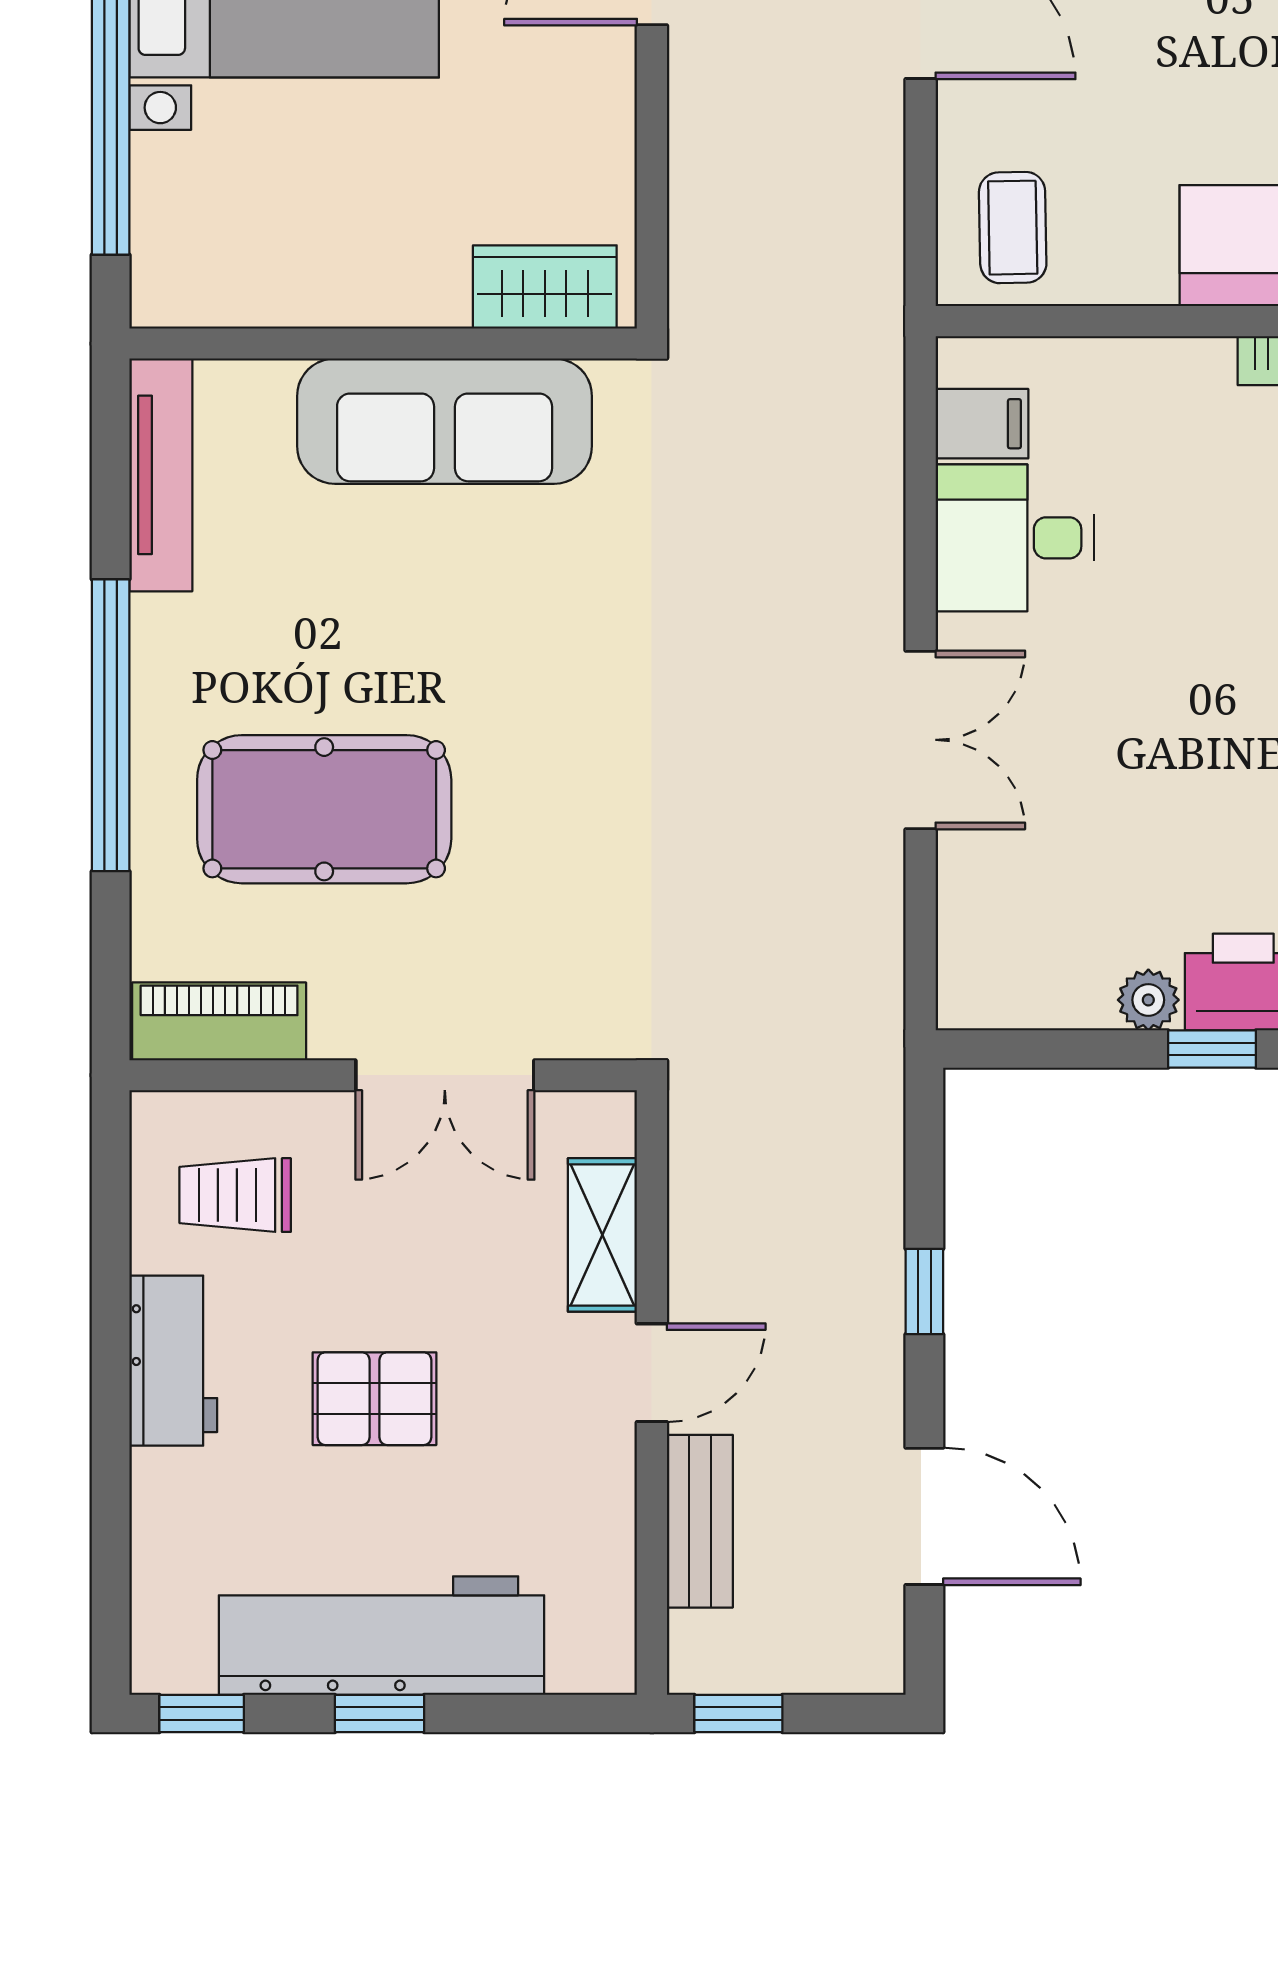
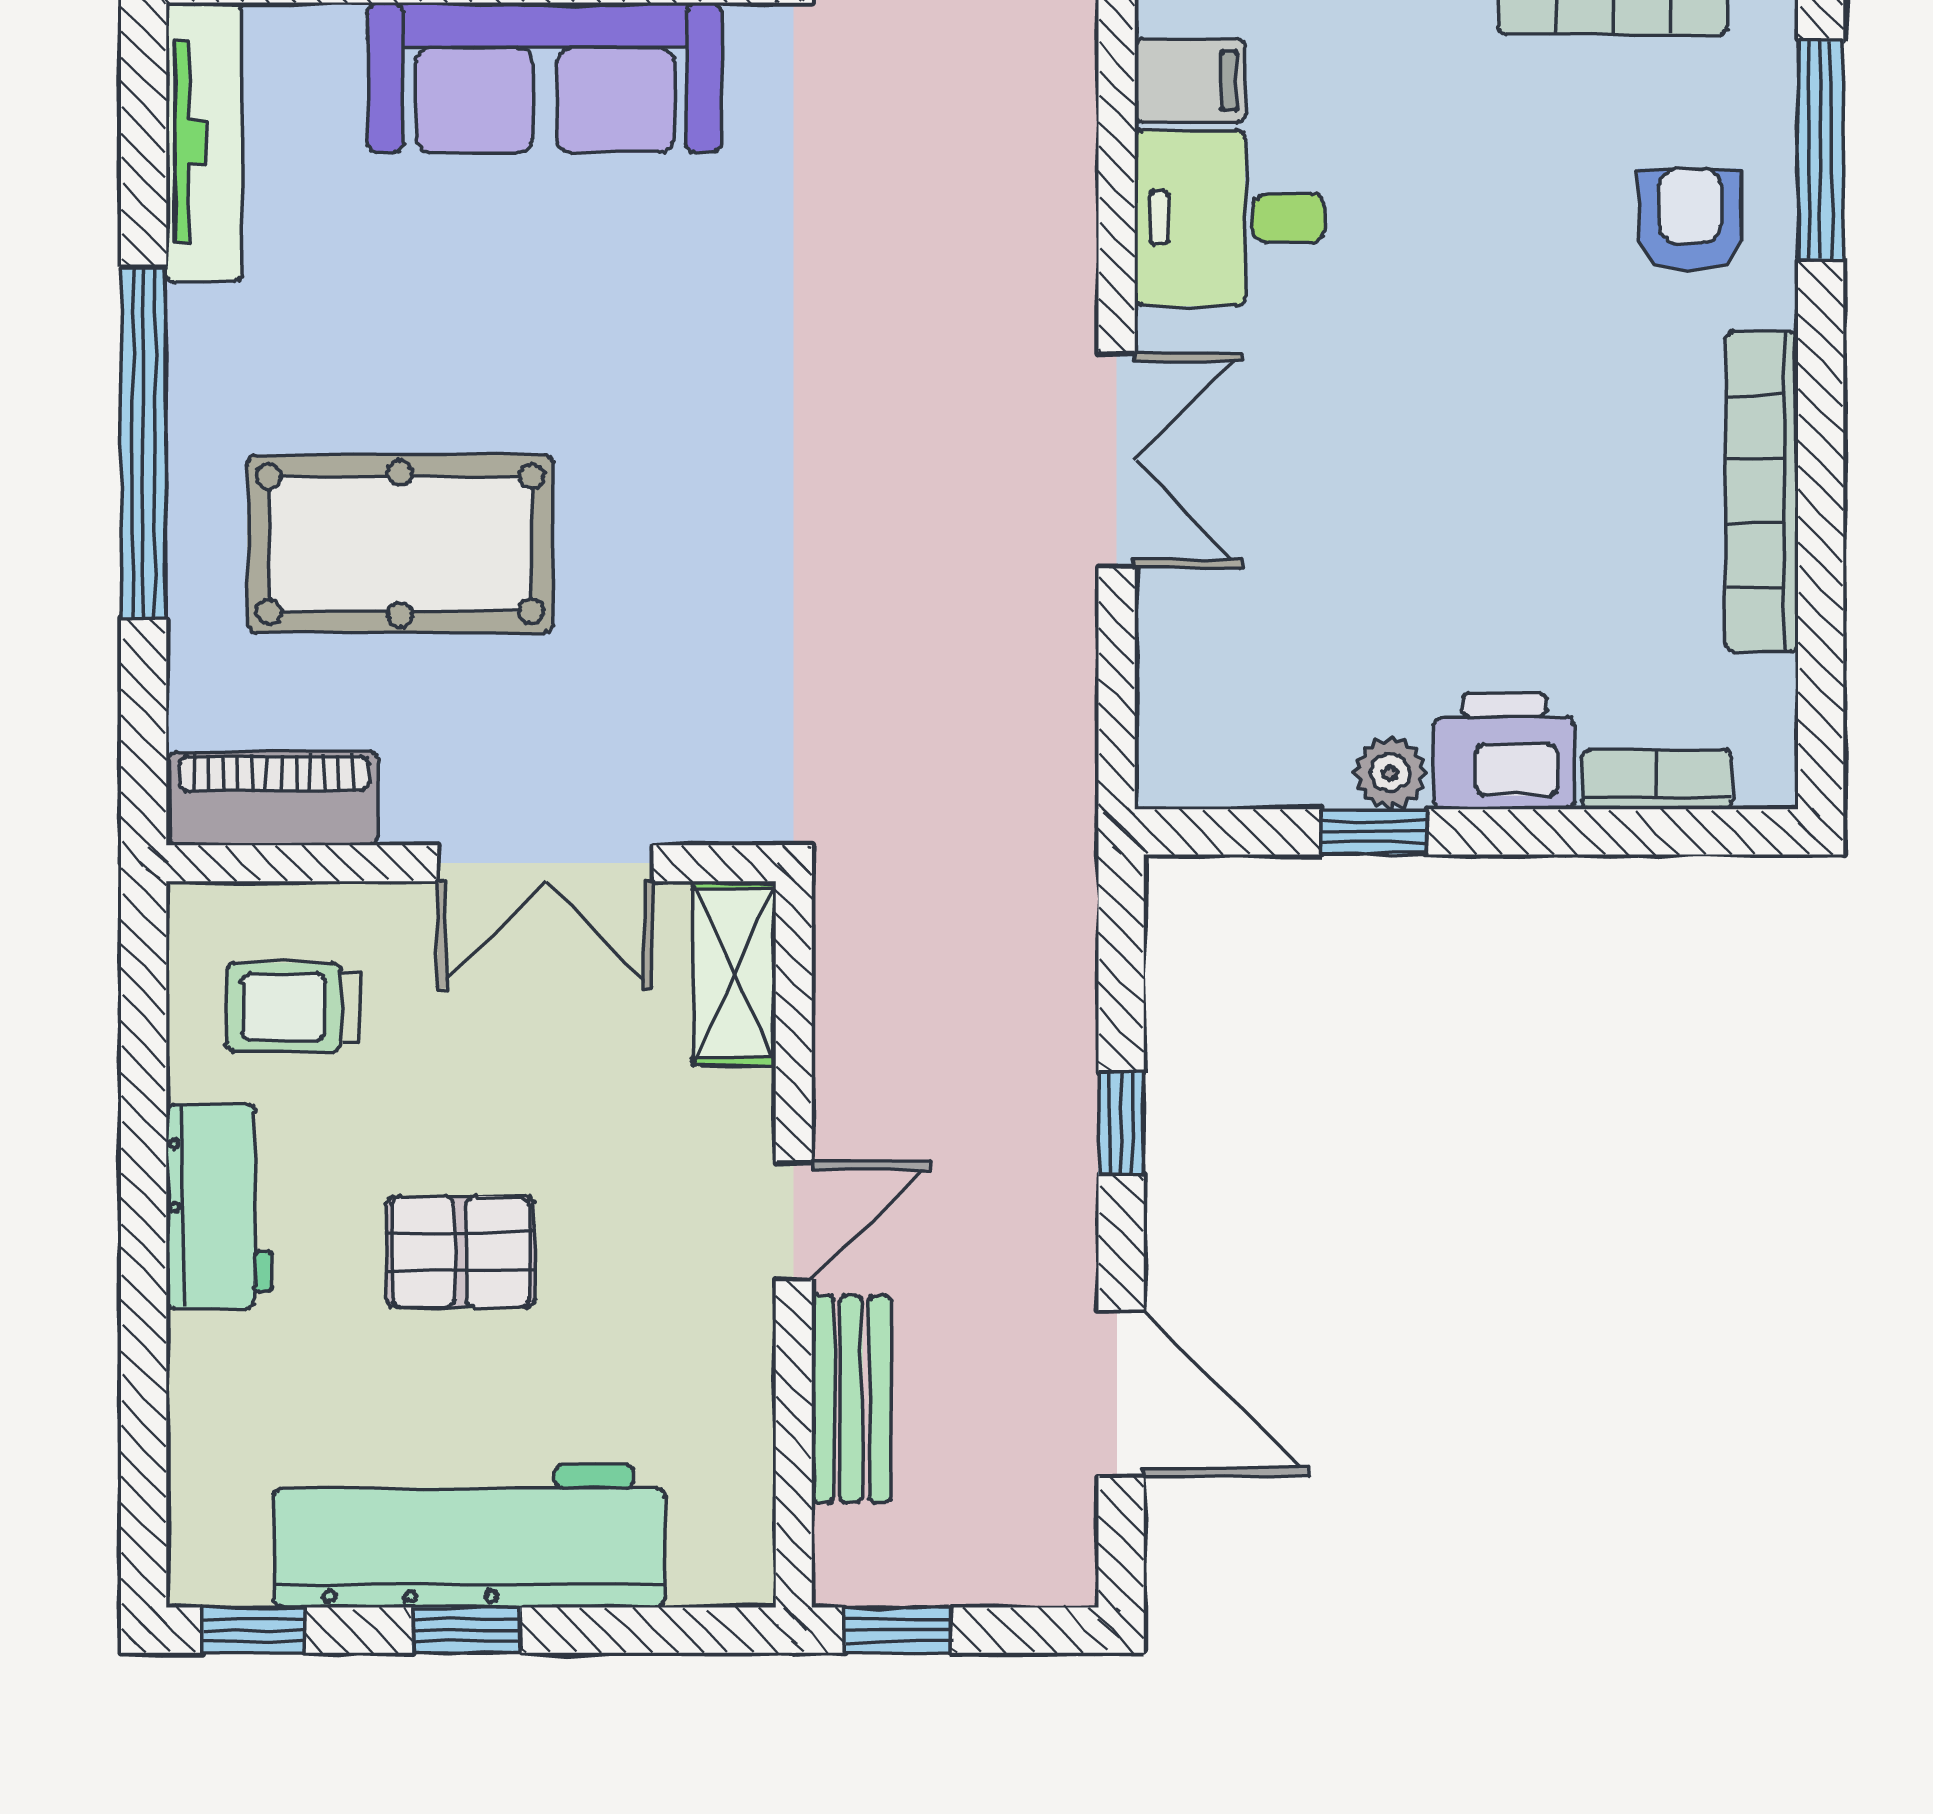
window: (1212, 1049) -> (1374, 832), moved
shelving: (602, 1235) -> (734, 973), moved

